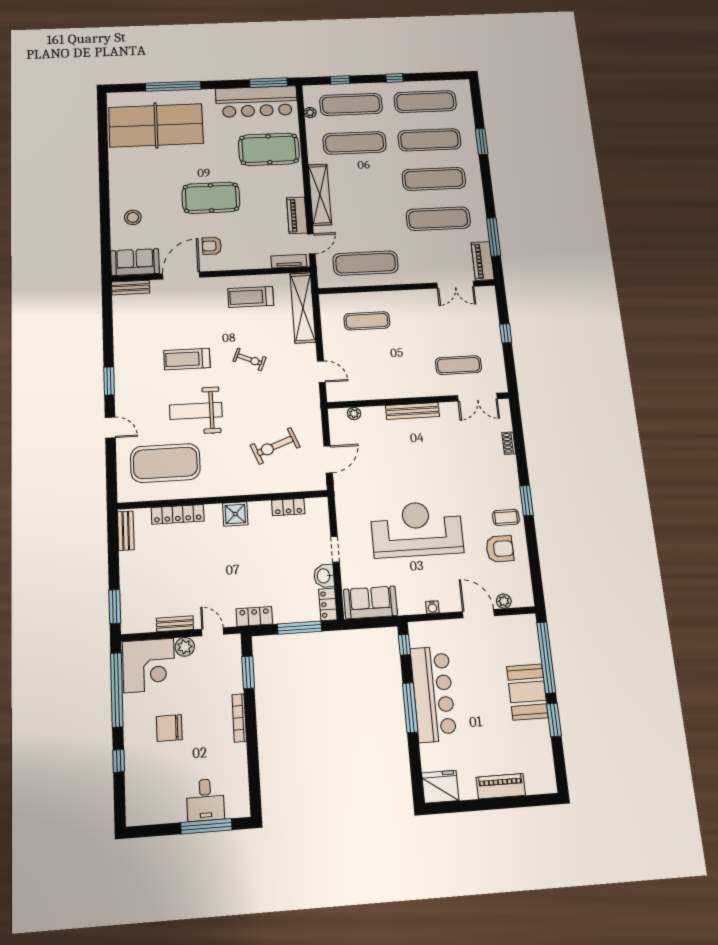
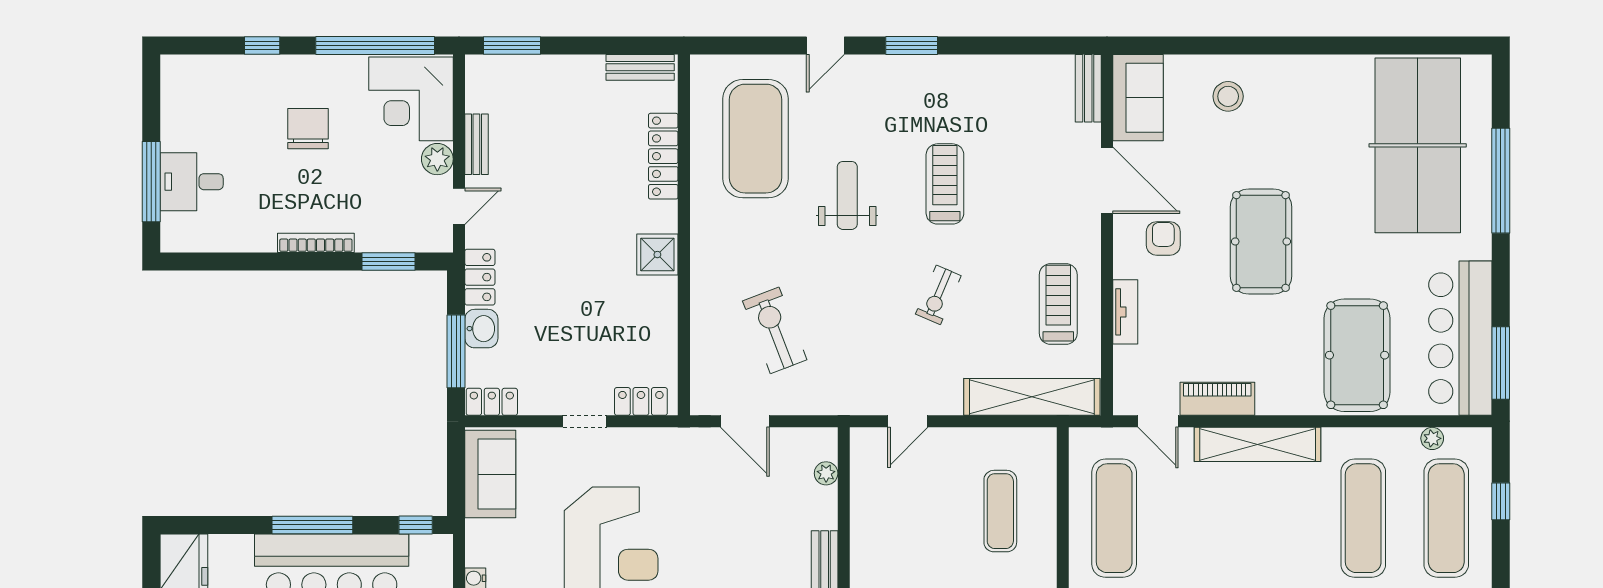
tv unit: (289, 261) -> (1125, 312), moved
weight bench: (196, 411) -> (847, 195), width x0.73, depth x0.75
locker: (288, 507) -> (641, 401), moved, turned 90
washbasin: (324, 576) -> (481, 329), moved, turned 90

